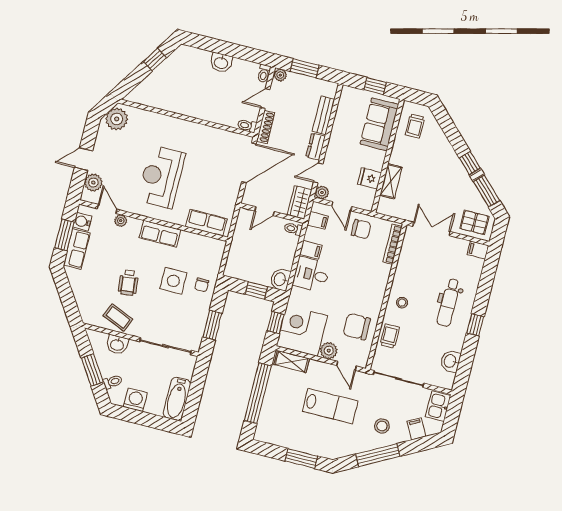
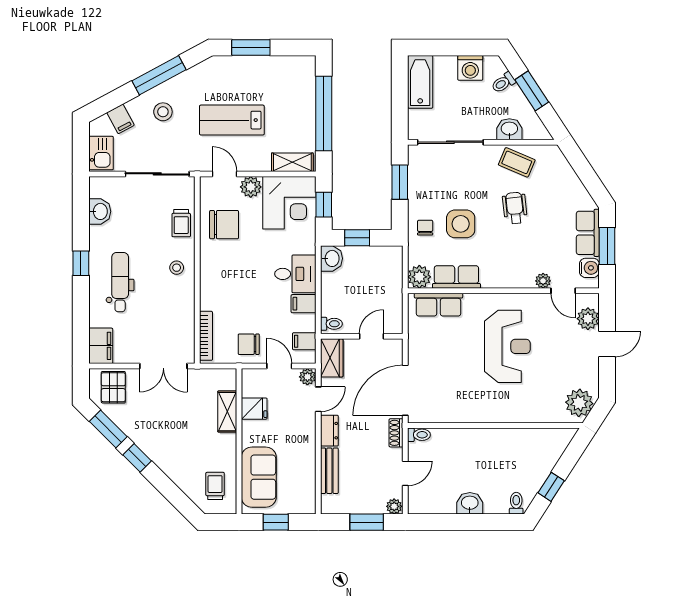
toilet: (264, 74) -> (516, 503), moved
shoe rack: (266, 127) -> (396, 433), width x0.70
pallet: (474, 222) -> (113, 387), turned 90
row of seats: (160, 234) -> (456, 277), moved
plant: (216, 248) -> (419, 277), added
filing cabinet: (478, 250) -> (101, 346), width x2.00

